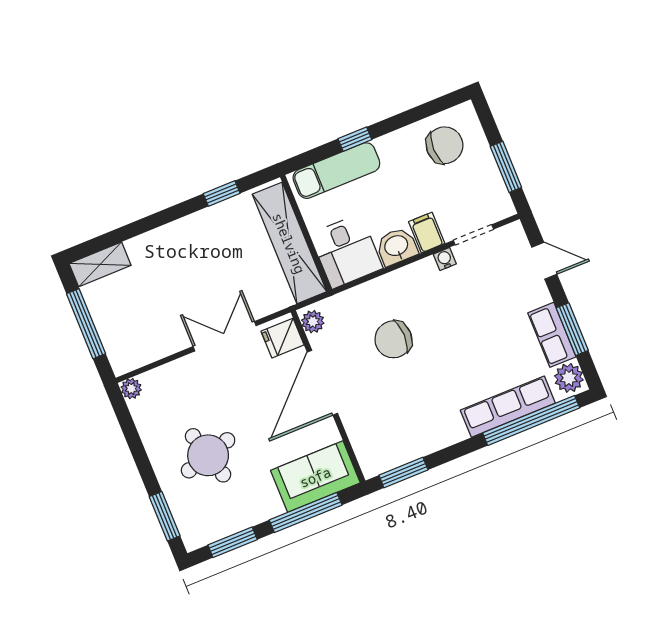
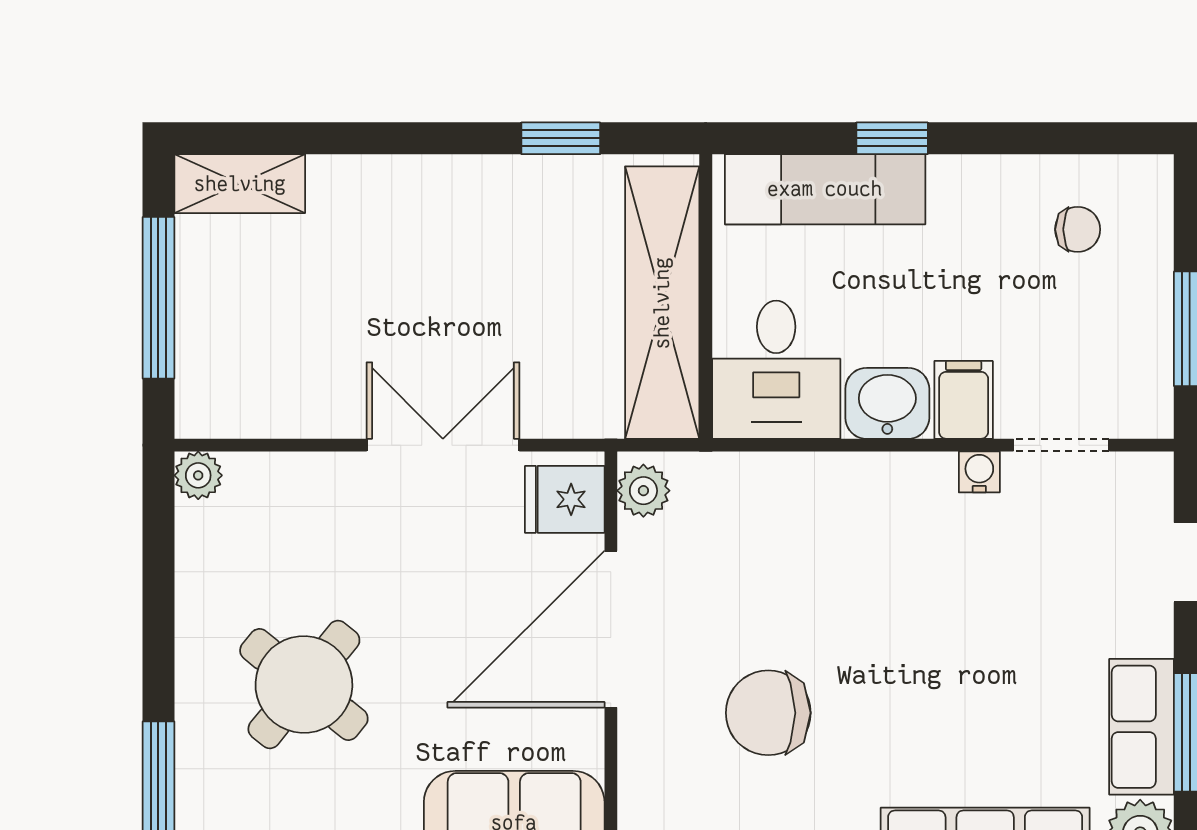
chair: (445, 145) -> (1078, 229), width x0.54, depth x0.54
chair: (393, 339) -> (768, 713), moved
round table: (208, 455) -> (304, 684), turned -35

